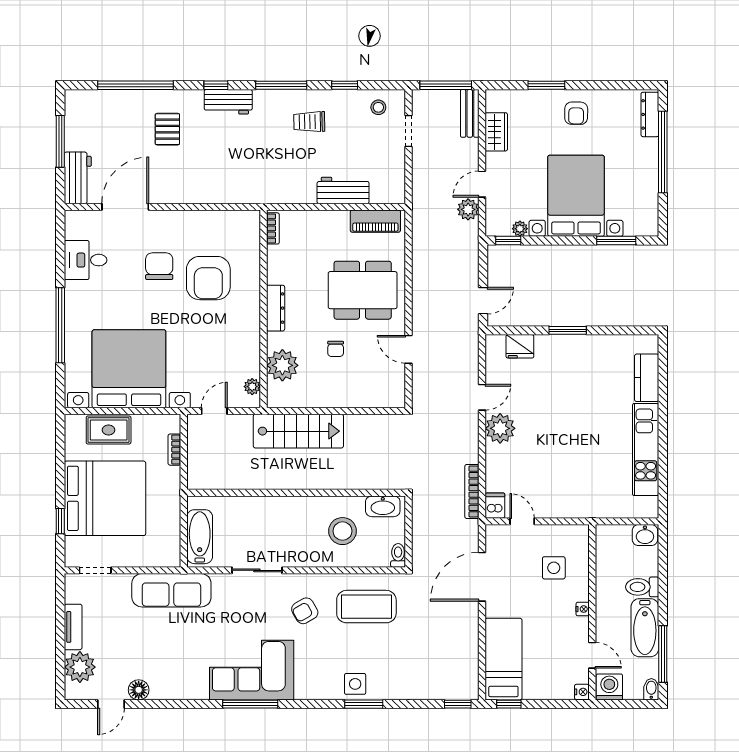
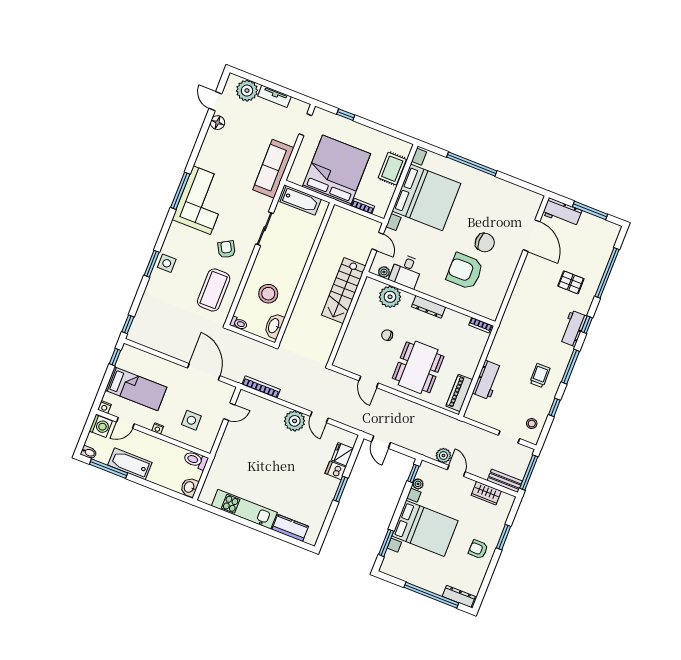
desk: (86, 260) -> (406, 271), moved, turned 180
door: (408, 349) -> (369, 382), swing flipped
bed: (105, 498) -> (336, 170), moved, turned 180
dishwasher: (495, 506) -> (335, 470), moved, turned 180
toilet: (642, 587) -> (196, 460), moved, turned -90
bed: (503, 659) -> (136, 389), moved

